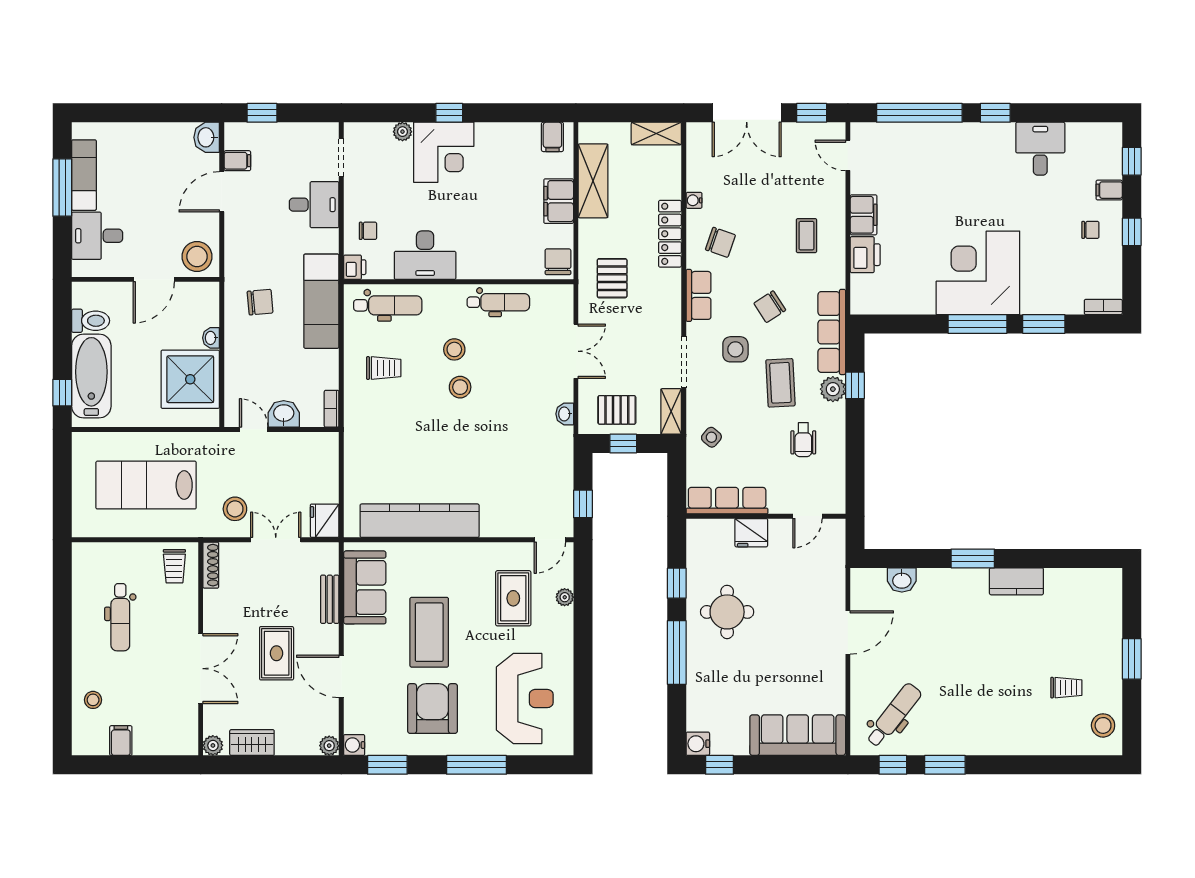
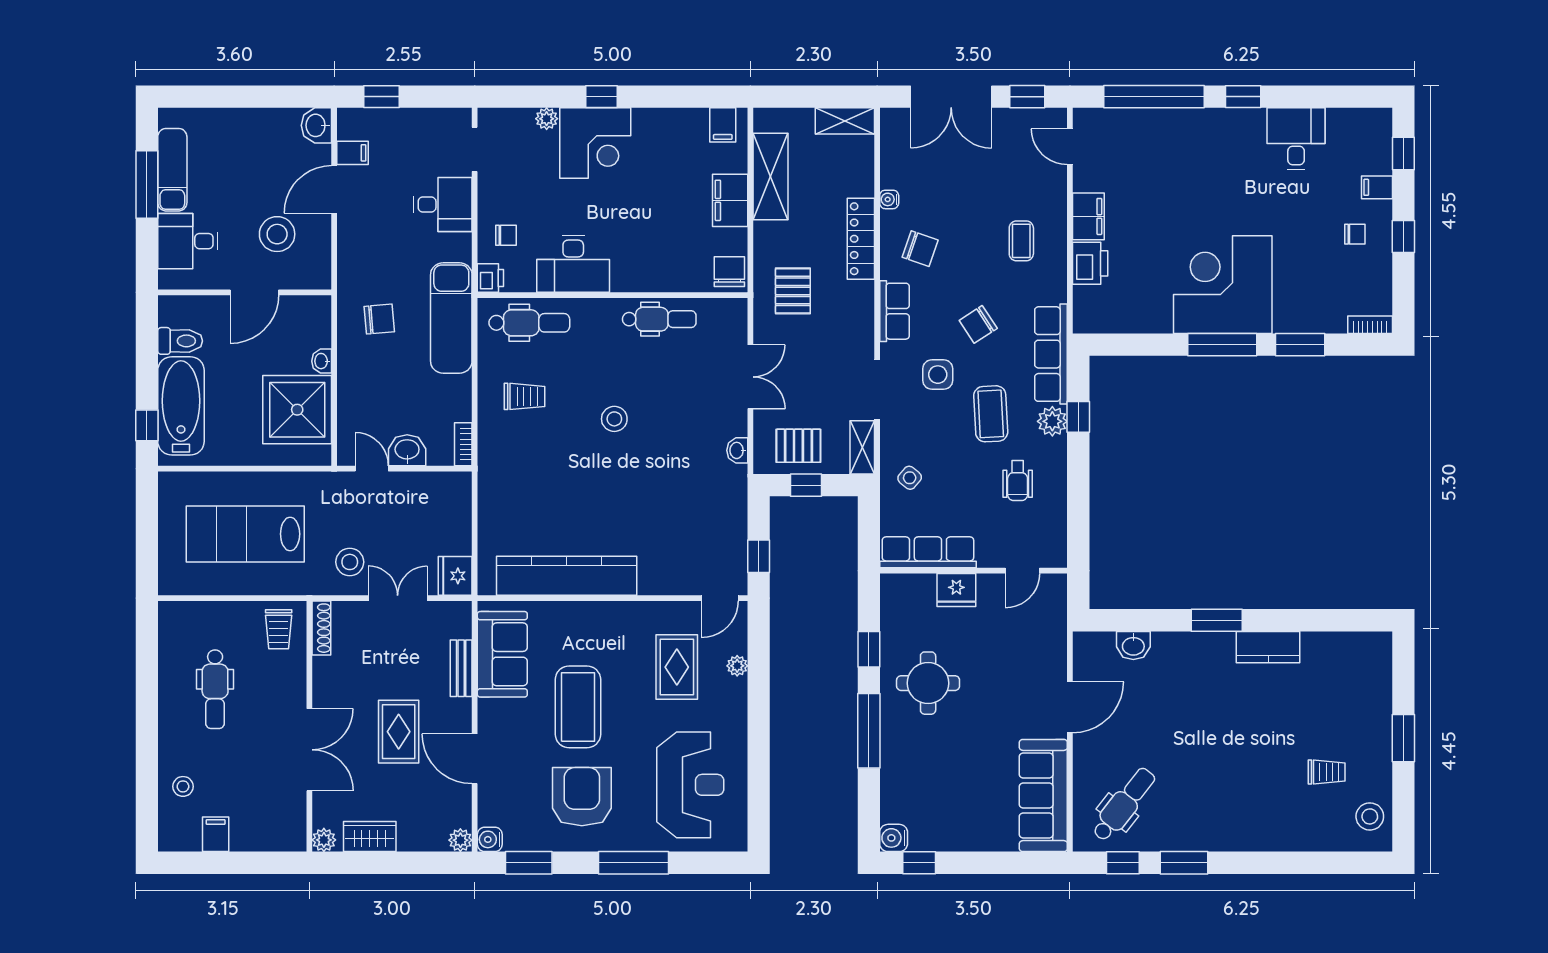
stool: (197, 256) -> (277, 234), moved
stool: (454, 349) -> (607, 375), removed
sofa: (798, 735) -> (1043, 795), moved, turned -90

